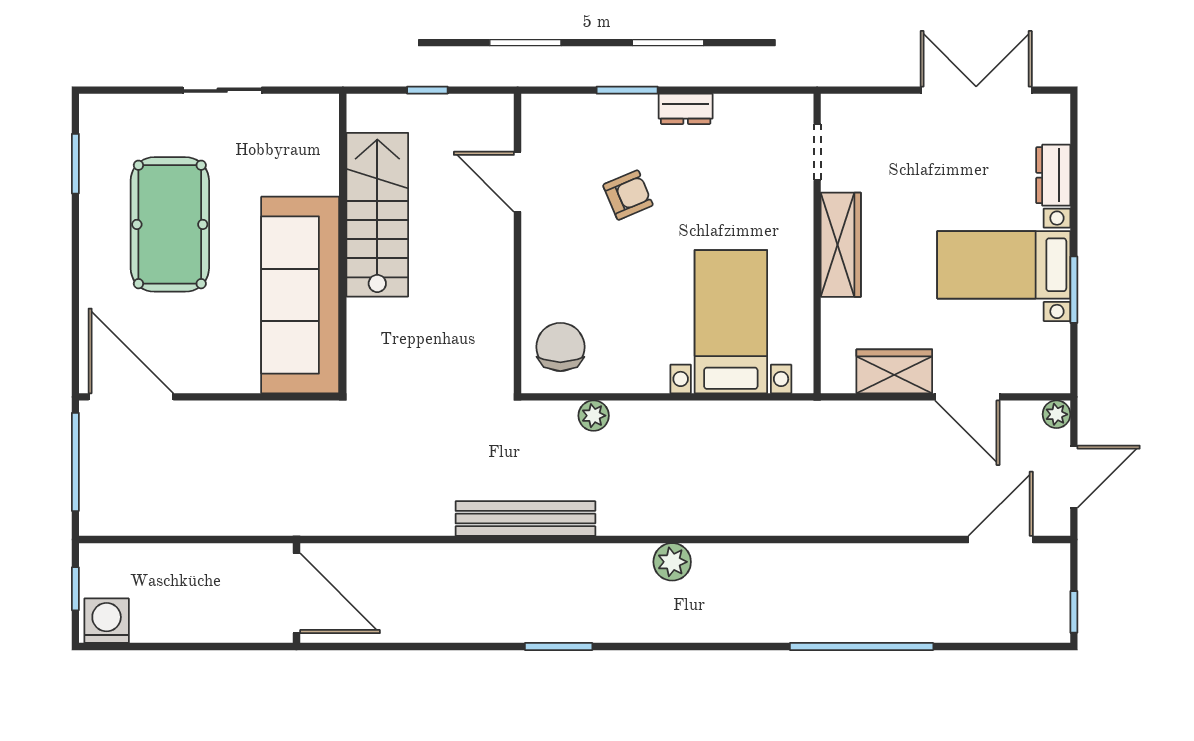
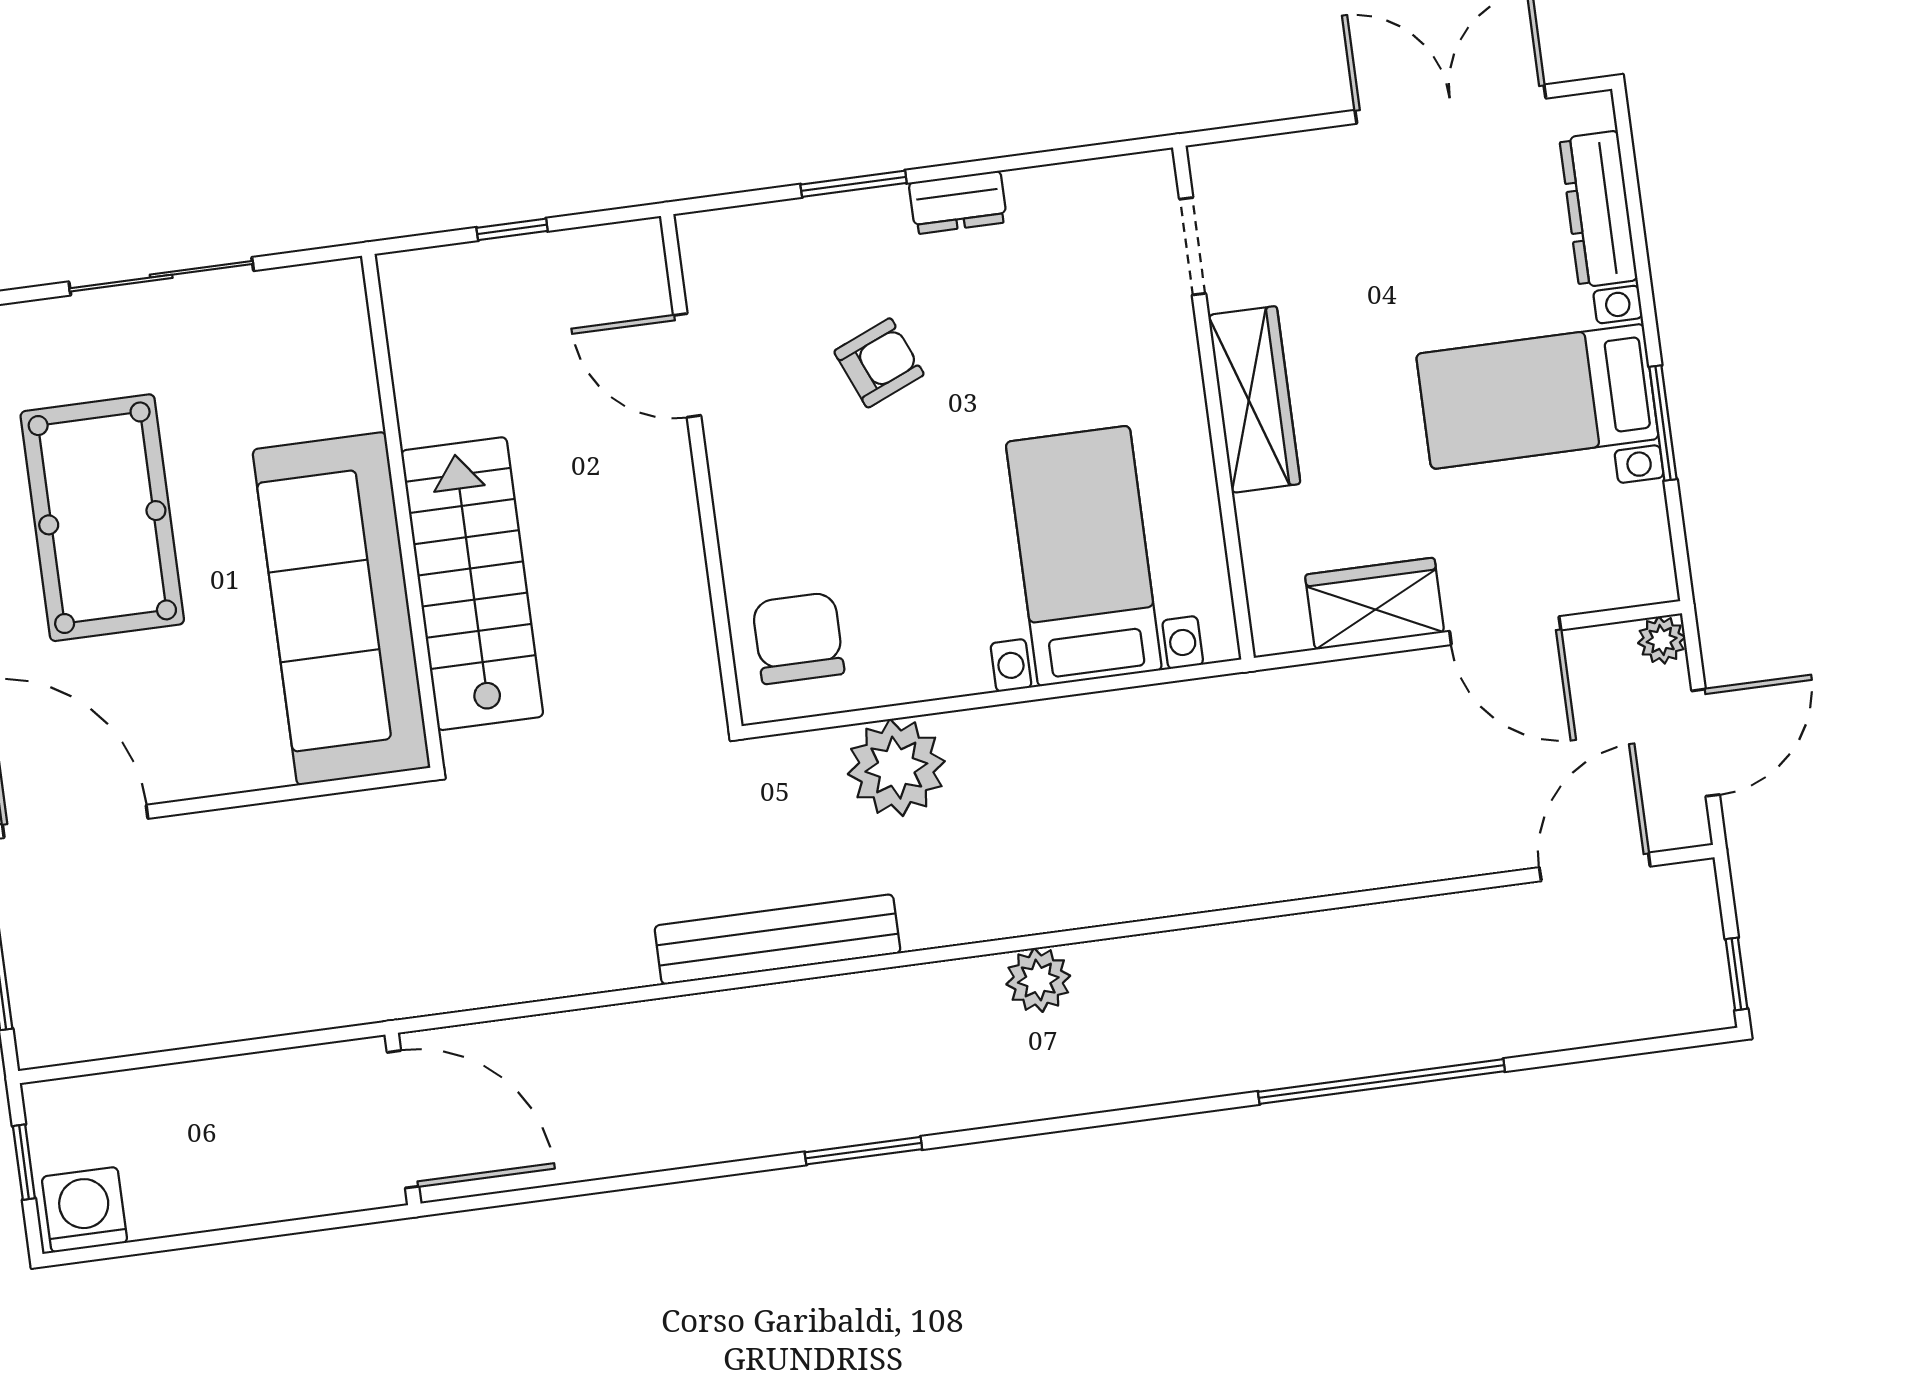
sliding door: (222, 90) -> (161, 276), width x1.37
dresser: (1053, 175) -> (1598, 209), width x1.44
stairs: (377, 215) -> (472, 584), moved
plant: (594, 416) -> (896, 768), width x1.87, depth x1.87

